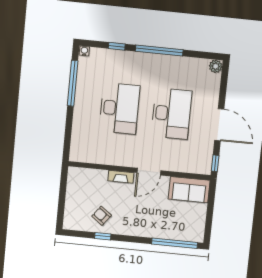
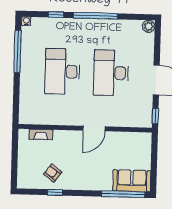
desk: (119, 108) -> (62, 71), turned 180
desk: (171, 114) -> (111, 73), turned 180
fireplace: (121, 177) -> (41, 134), moved
sofa: (189, 190) -> (132, 181), moved, turned 180

